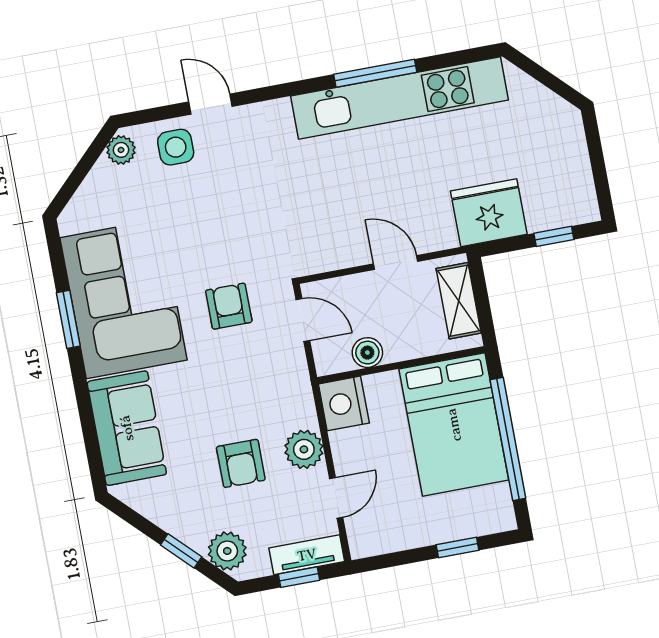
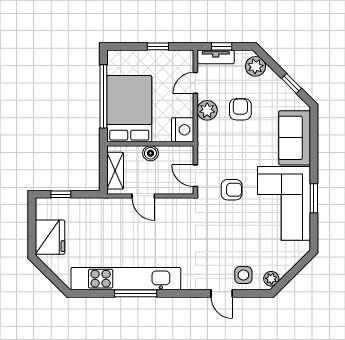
fridge: (489, 213) -> (50, 237), moved, turned -90
armchair: (229, 306) -> (232, 190), turned -90
boiler: (367, 353) -> (150, 153), moved
window: (458, 547) -> (158, 46), moved
window: (181, 551) -> (292, 83), moved

